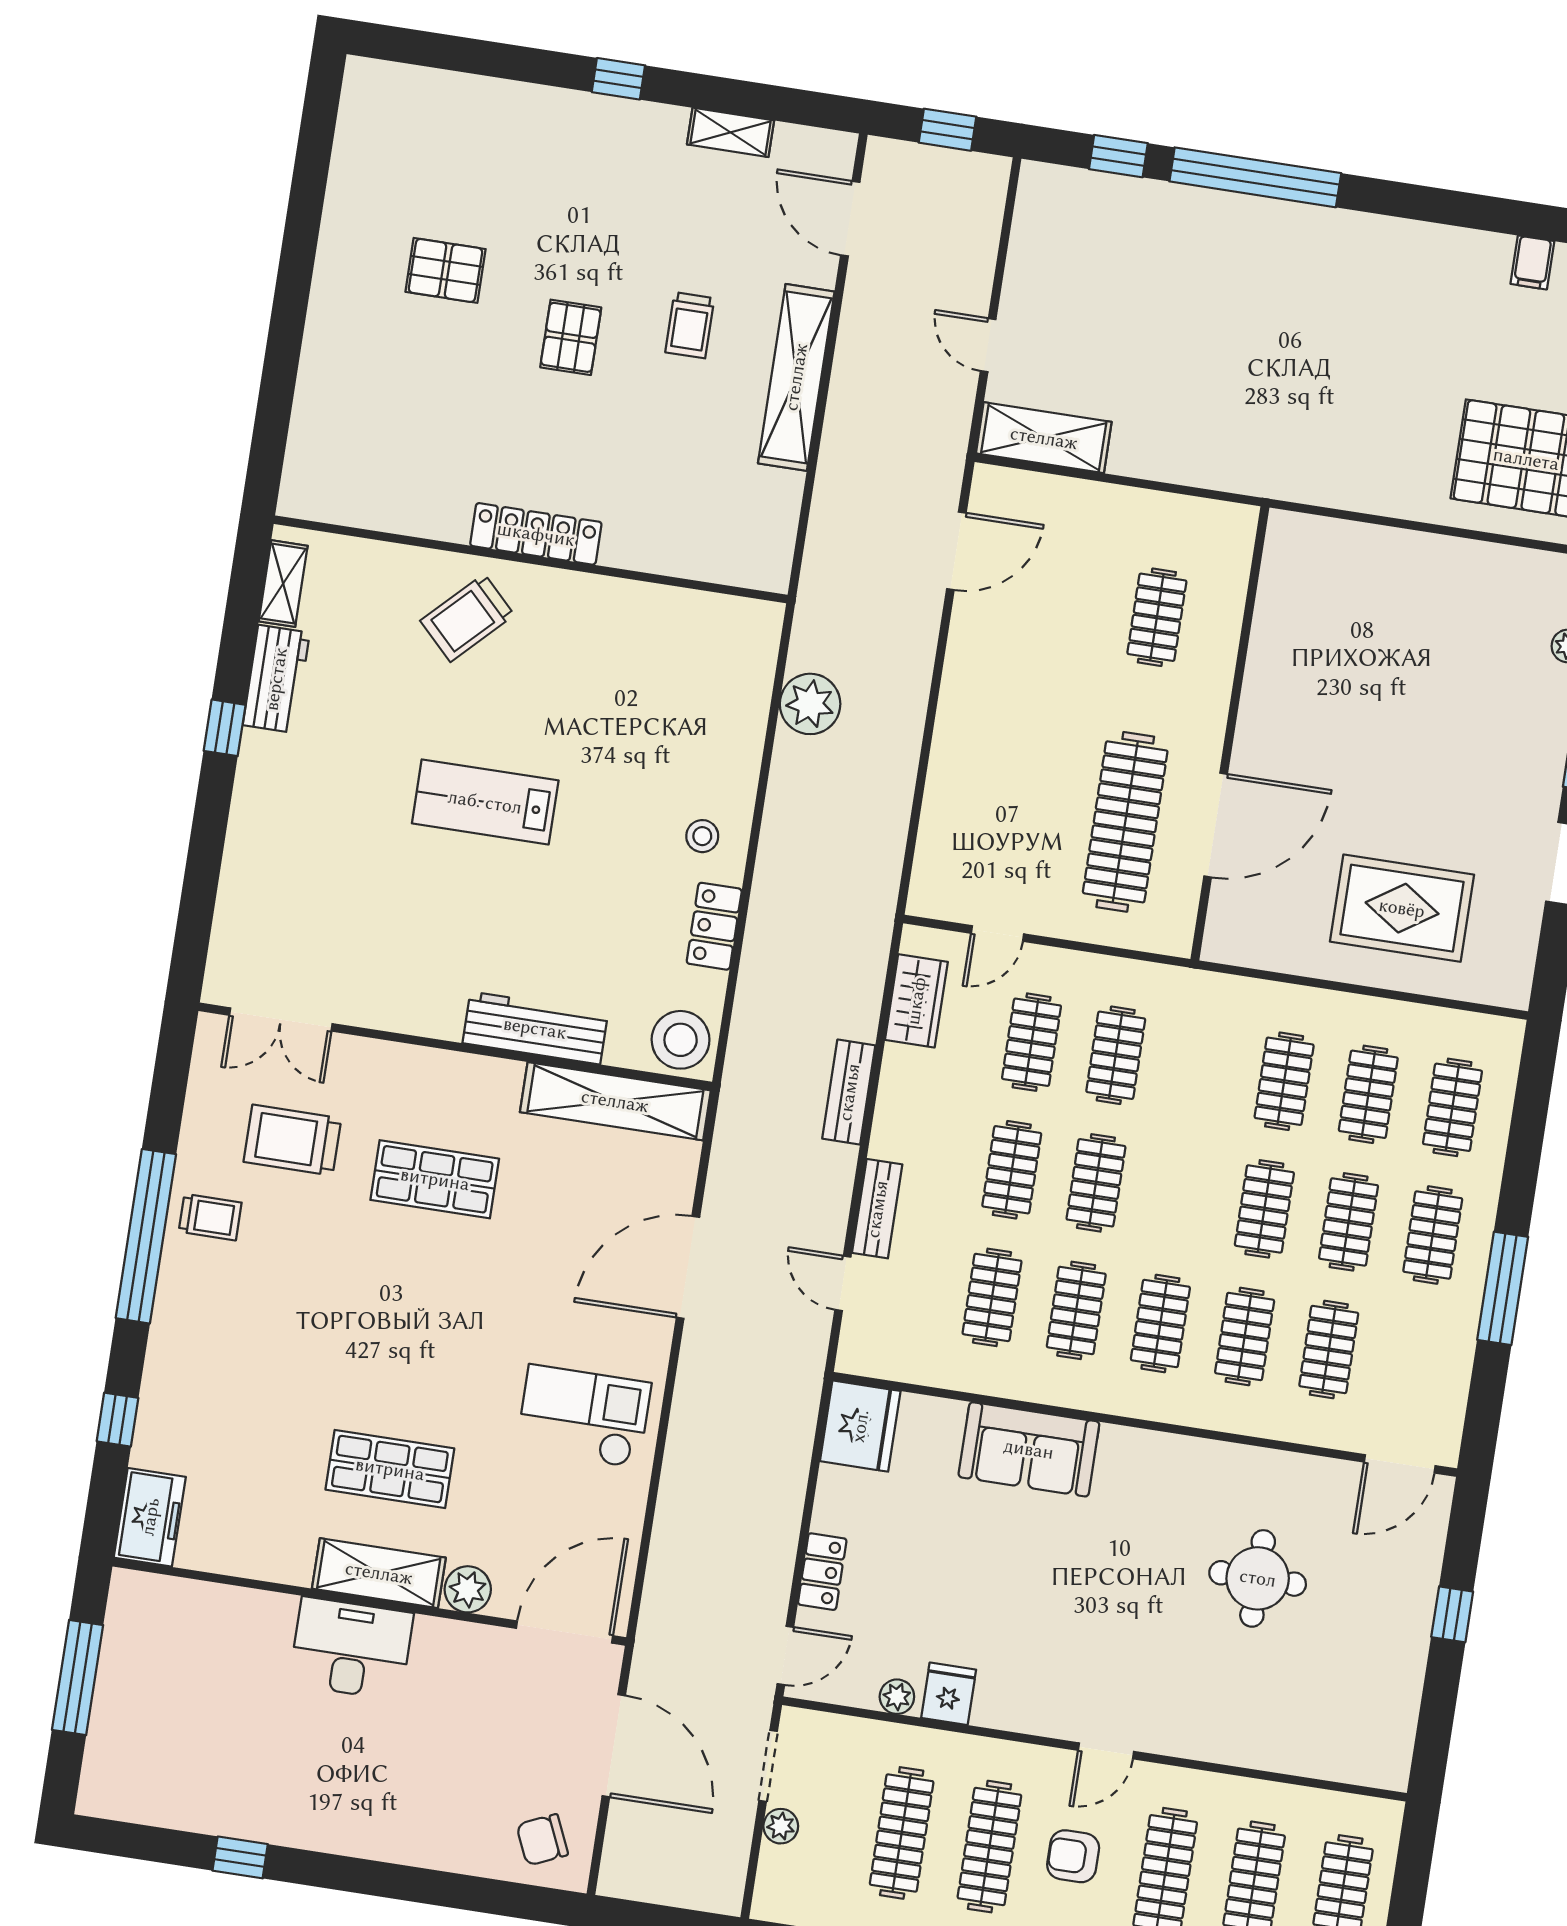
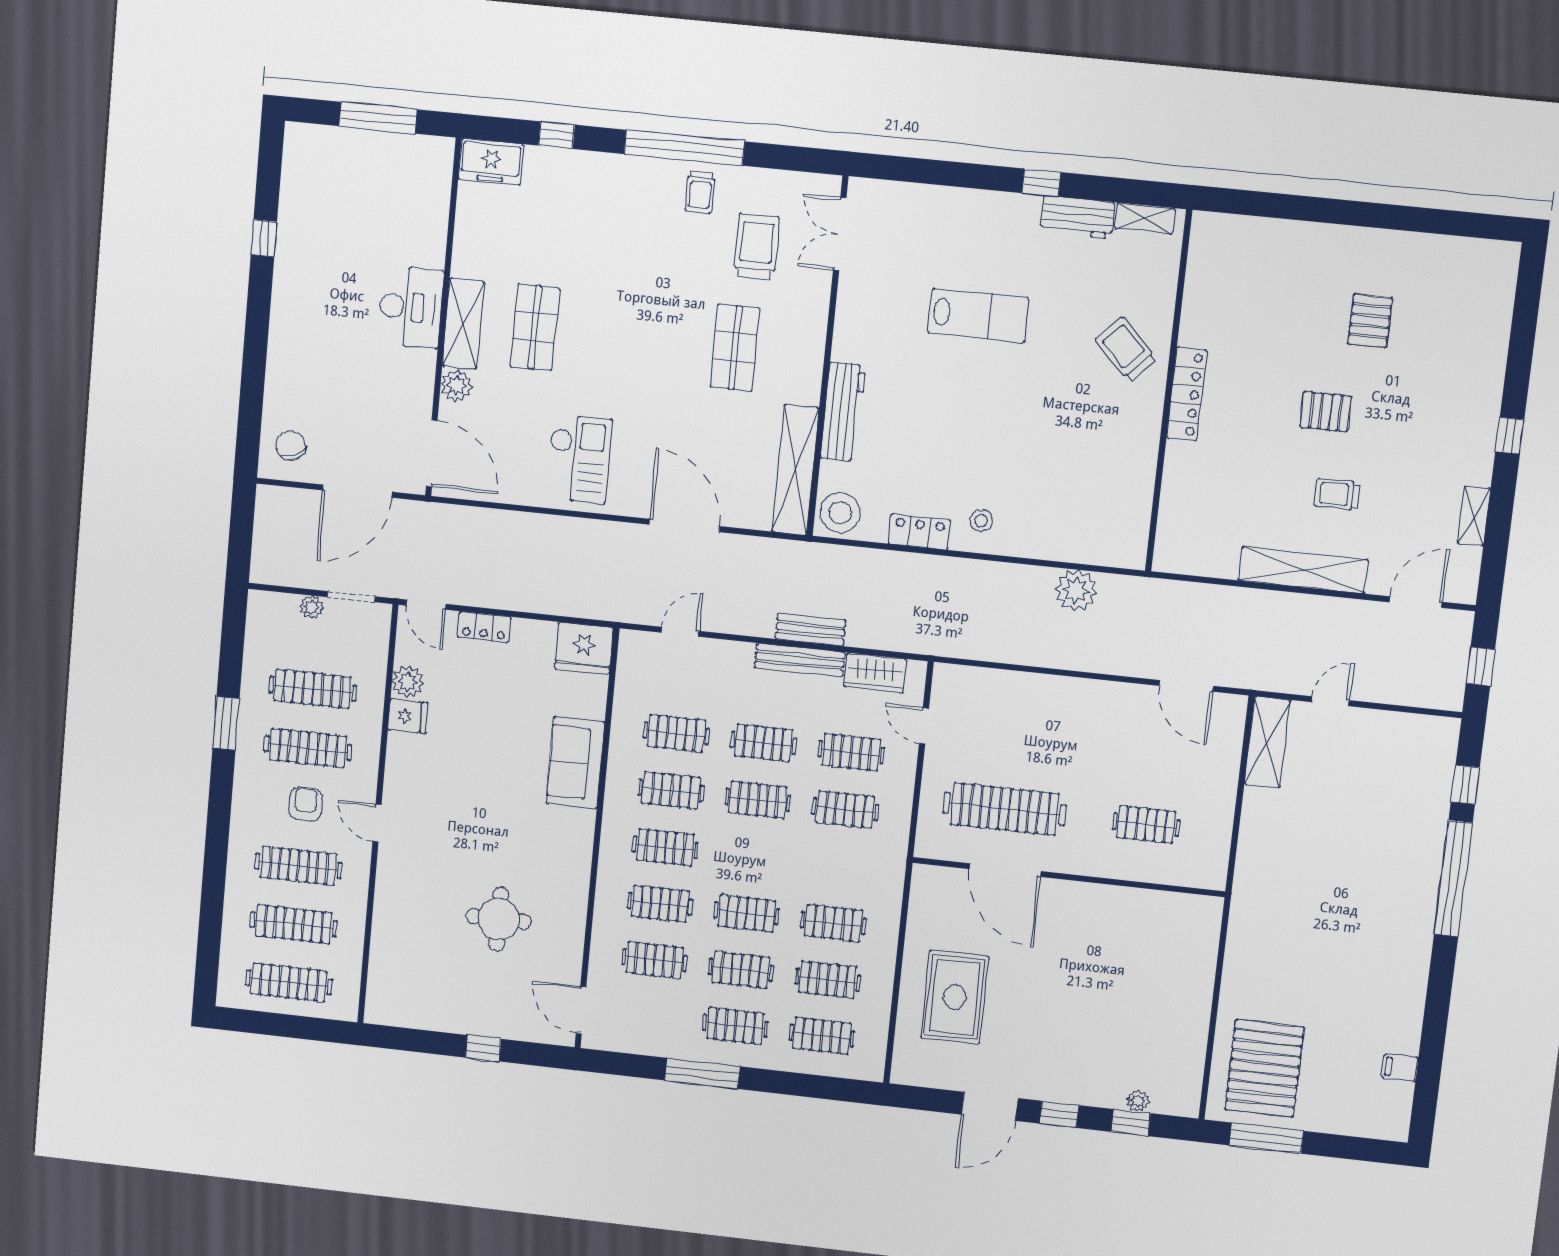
lab bench: (485, 802) -> (978, 316), moved, turned 90
bench: (877, 1209) -> (800, 660), moved, width x1.36
plant: (897, 1697) -> (408, 682), width x1.38, depth x1.38

